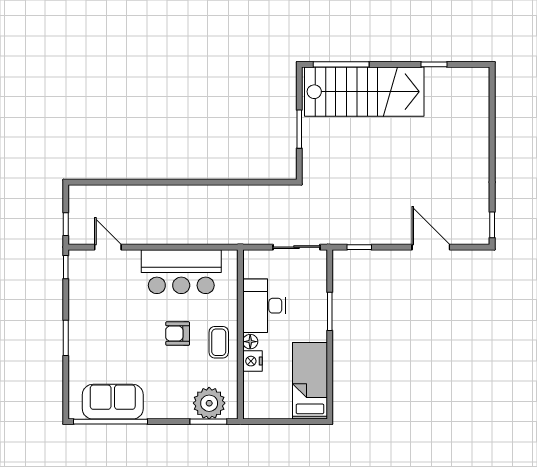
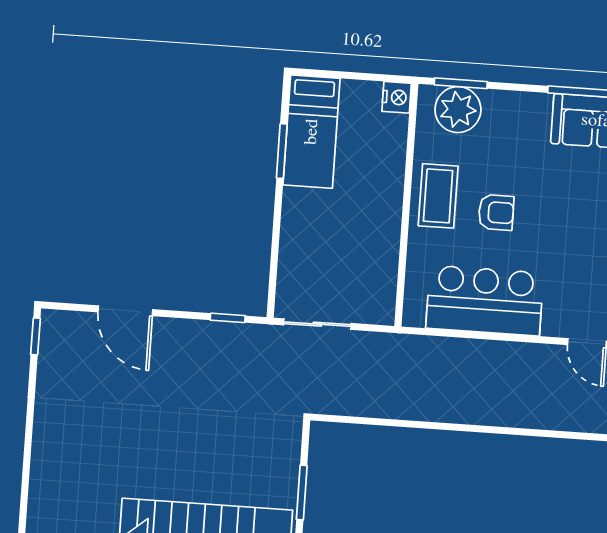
desk: (264, 306) -> (370, 244), removed
window: (330, 311) -> (282, 151), moved
coffee table: (219, 342) -> (438, 196), width x1.36, depth x1.30
floor lamp: (250, 342) -> (393, 194), removed
nightstand: (252, 361) -> (397, 97), moved

